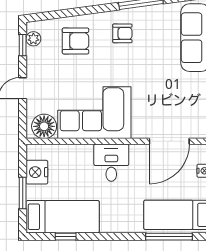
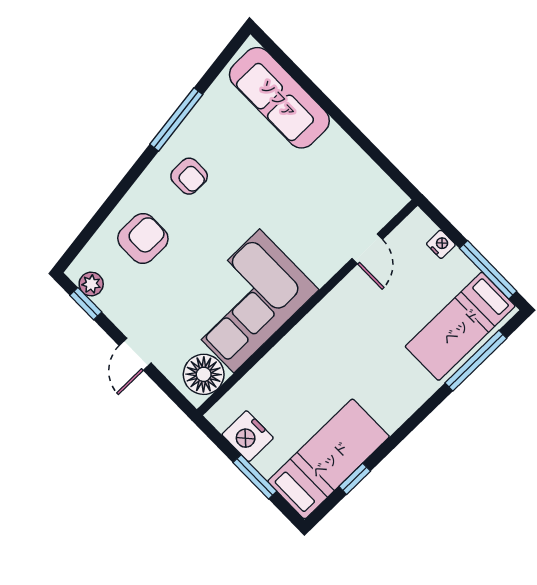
armchair: (122, 33) -> (189, 176), turned 90
door: (169, 141) -> (367, 249), width x0.53
desk: (111, 163) -> (324, 340), removed

